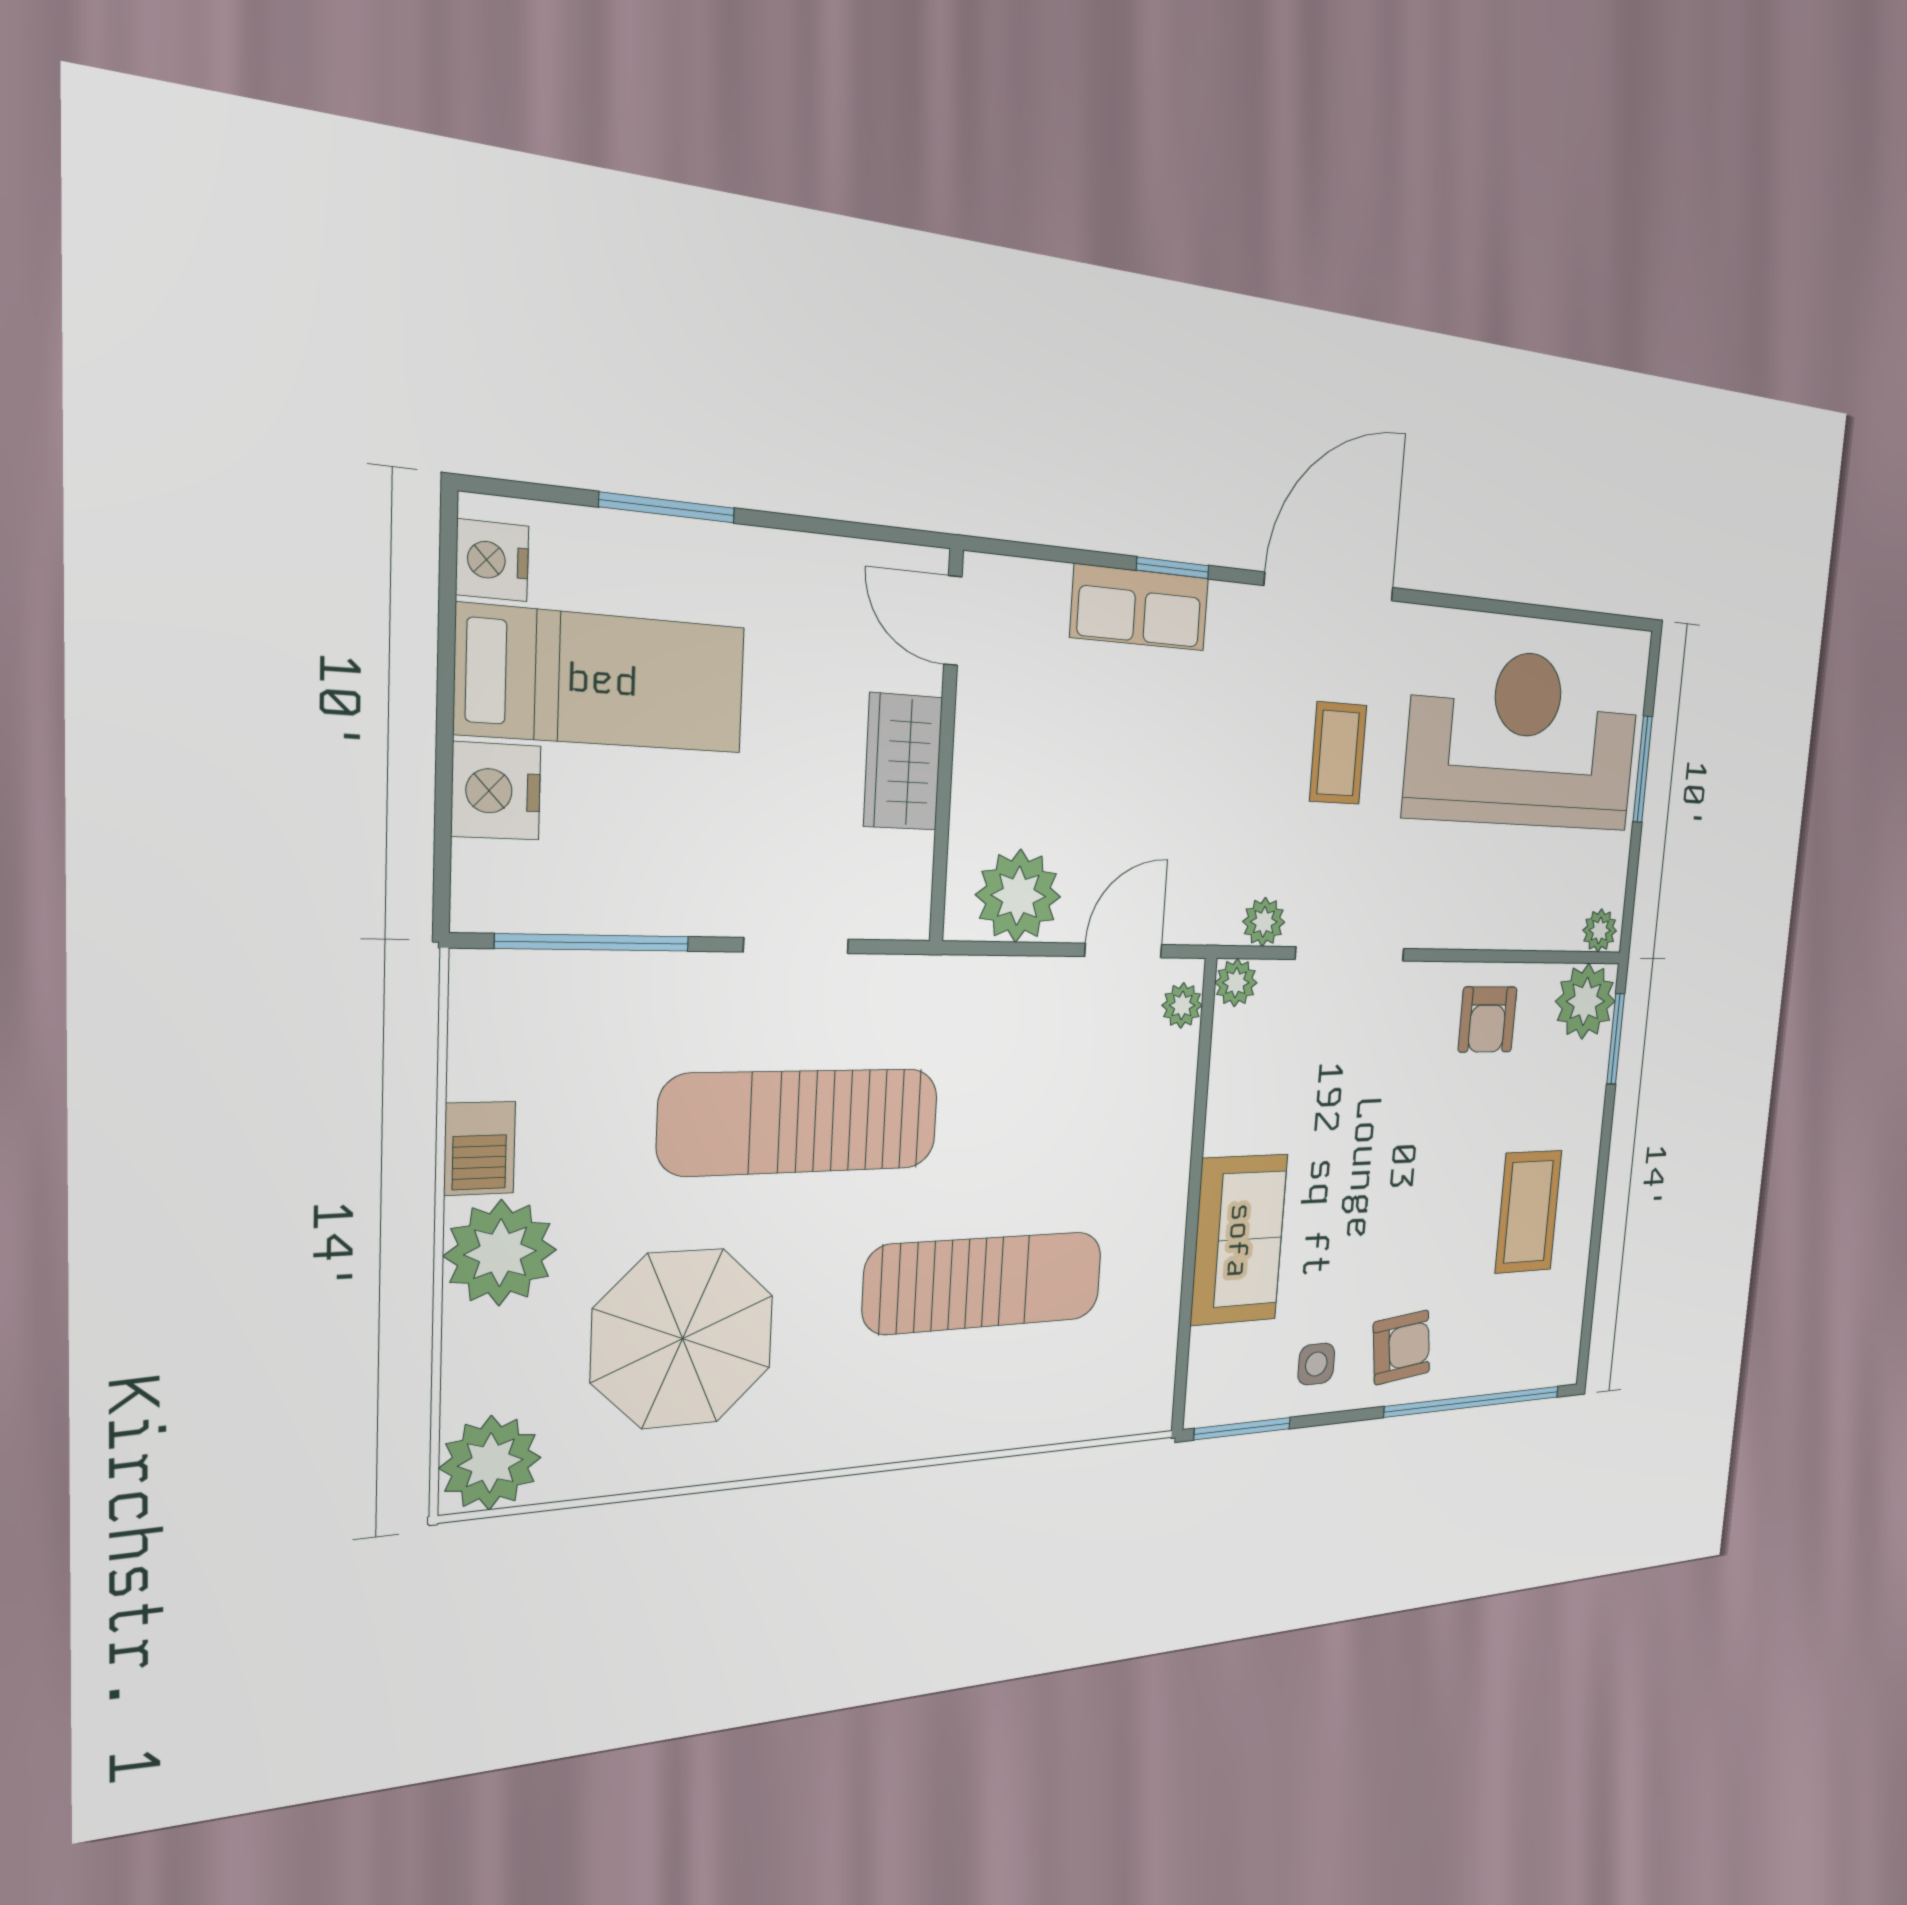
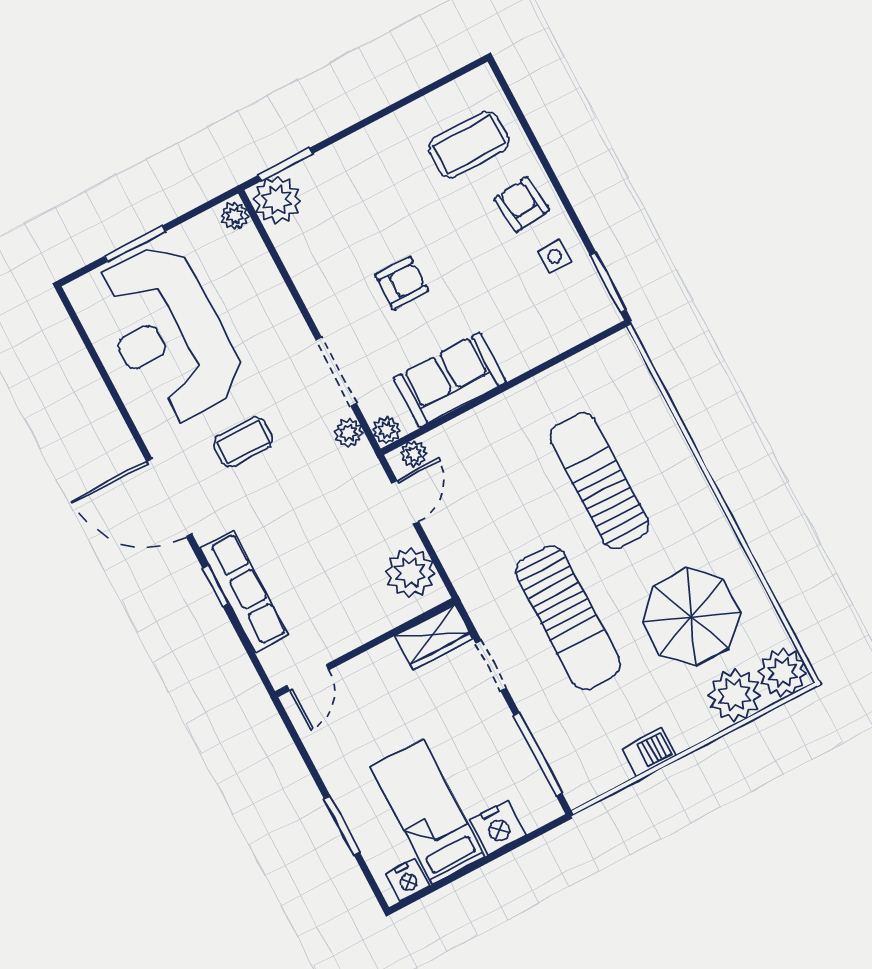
row of seats: (1140, 608) -> (244, 591), width x1.48
wardrobe: (903, 762) -> (434, 637), moved
door: (1124, 950) -> (405, 502), swing flipped
armchair: (1488, 1019) -> (402, 283), moved
coffee table: (1528, 1212) -> (469, 144), moved
sofa: (1239, 1240) -> (450, 380), moved
plant: (500, 1253) -> (735, 695), moved
window: (1473, 1402) -> (530, 134), removed

